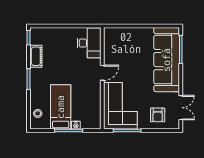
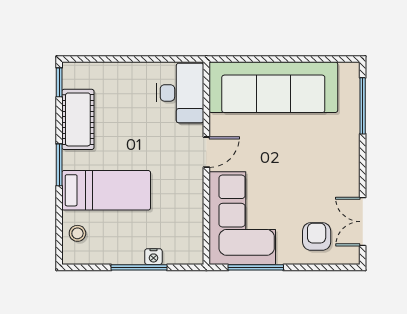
cot: (36, 56) -> (78, 119), width x1.37, depth x1.34
sofa: (167, 60) -> (273, 87), moved, turned -90
bed: (61, 107) -> (106, 190), moved, turned 90
double door: (181, 108) -> (363, 222), swing flipped
armchair: (158, 115) -> (317, 236), turned 180

